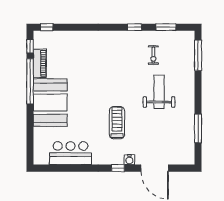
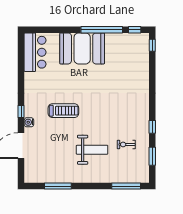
piano: (40, 63) -> (119, 39), removed
bar counter: (71, 153) -> (35, 52), moved

